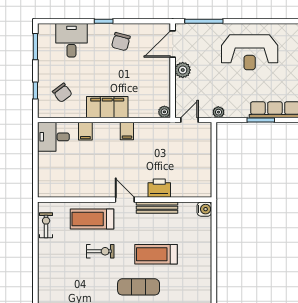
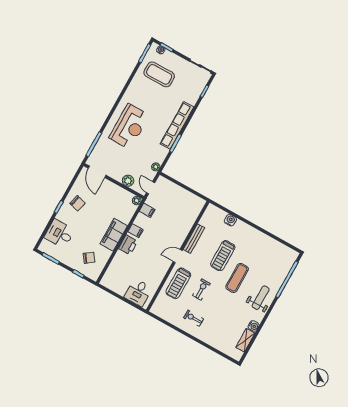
plant: (183, 70) -> (128, 181), moved
filing cabinet: (85, 131) -> (147, 210), moved
desk: (53, 137) -> (138, 293), moved
printer: (159, 188) -> (128, 245), moved, turned 180
water cooler: (204, 209) -> (230, 220), moved
exercise bike: (46, 225) -> (194, 318), moved

